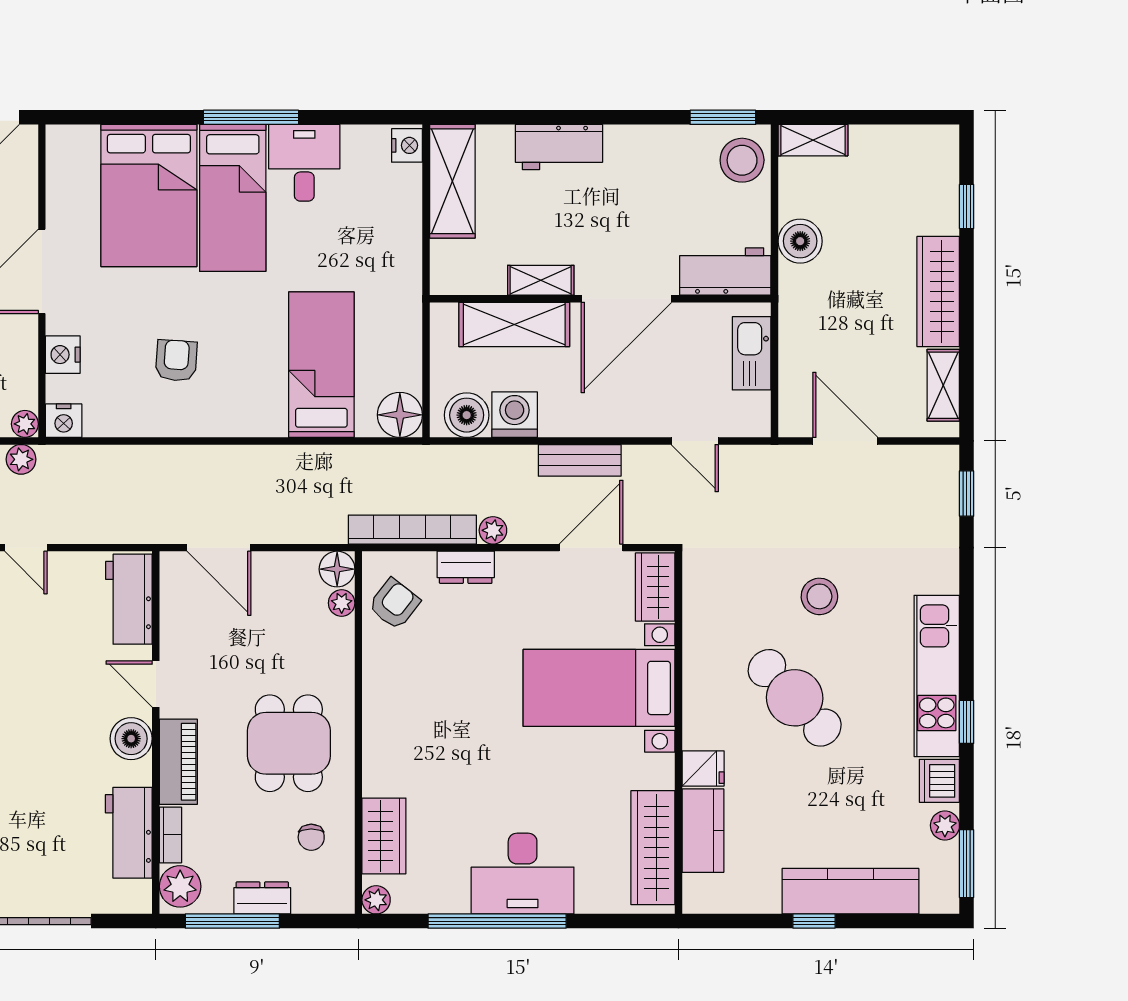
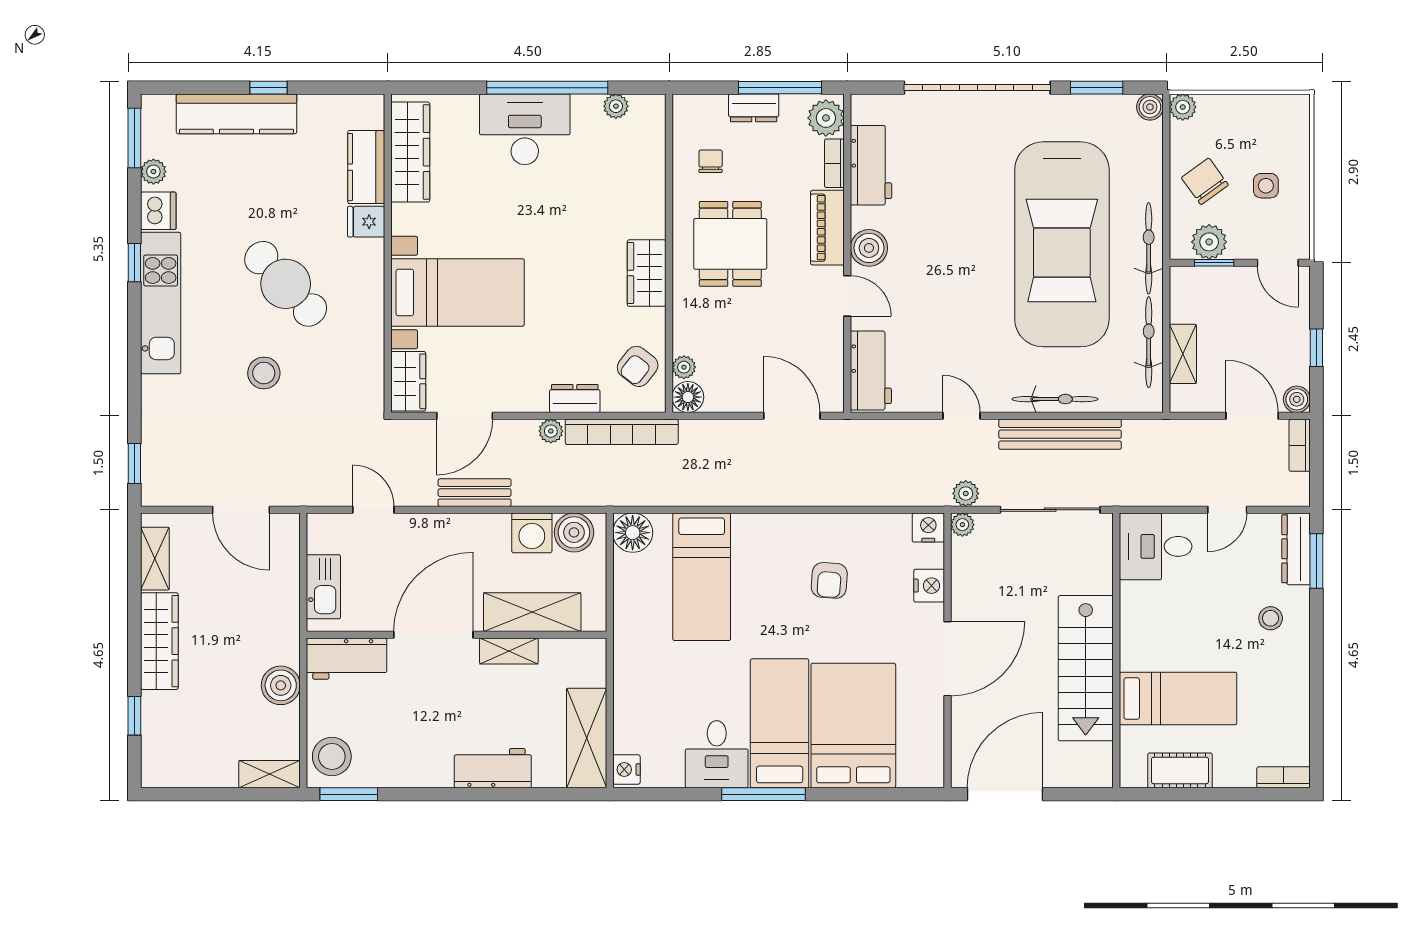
wardrobe: (384, 836) -> (647, 273), moved
plant: (376, 900) -> (616, 106), moved

